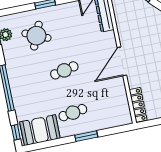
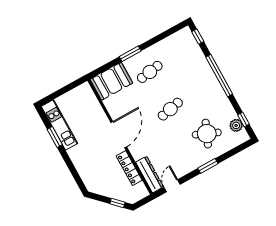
locker: (138, 105) -> (129, 168), moved
booth: (40, 130) -> (111, 81), moved

